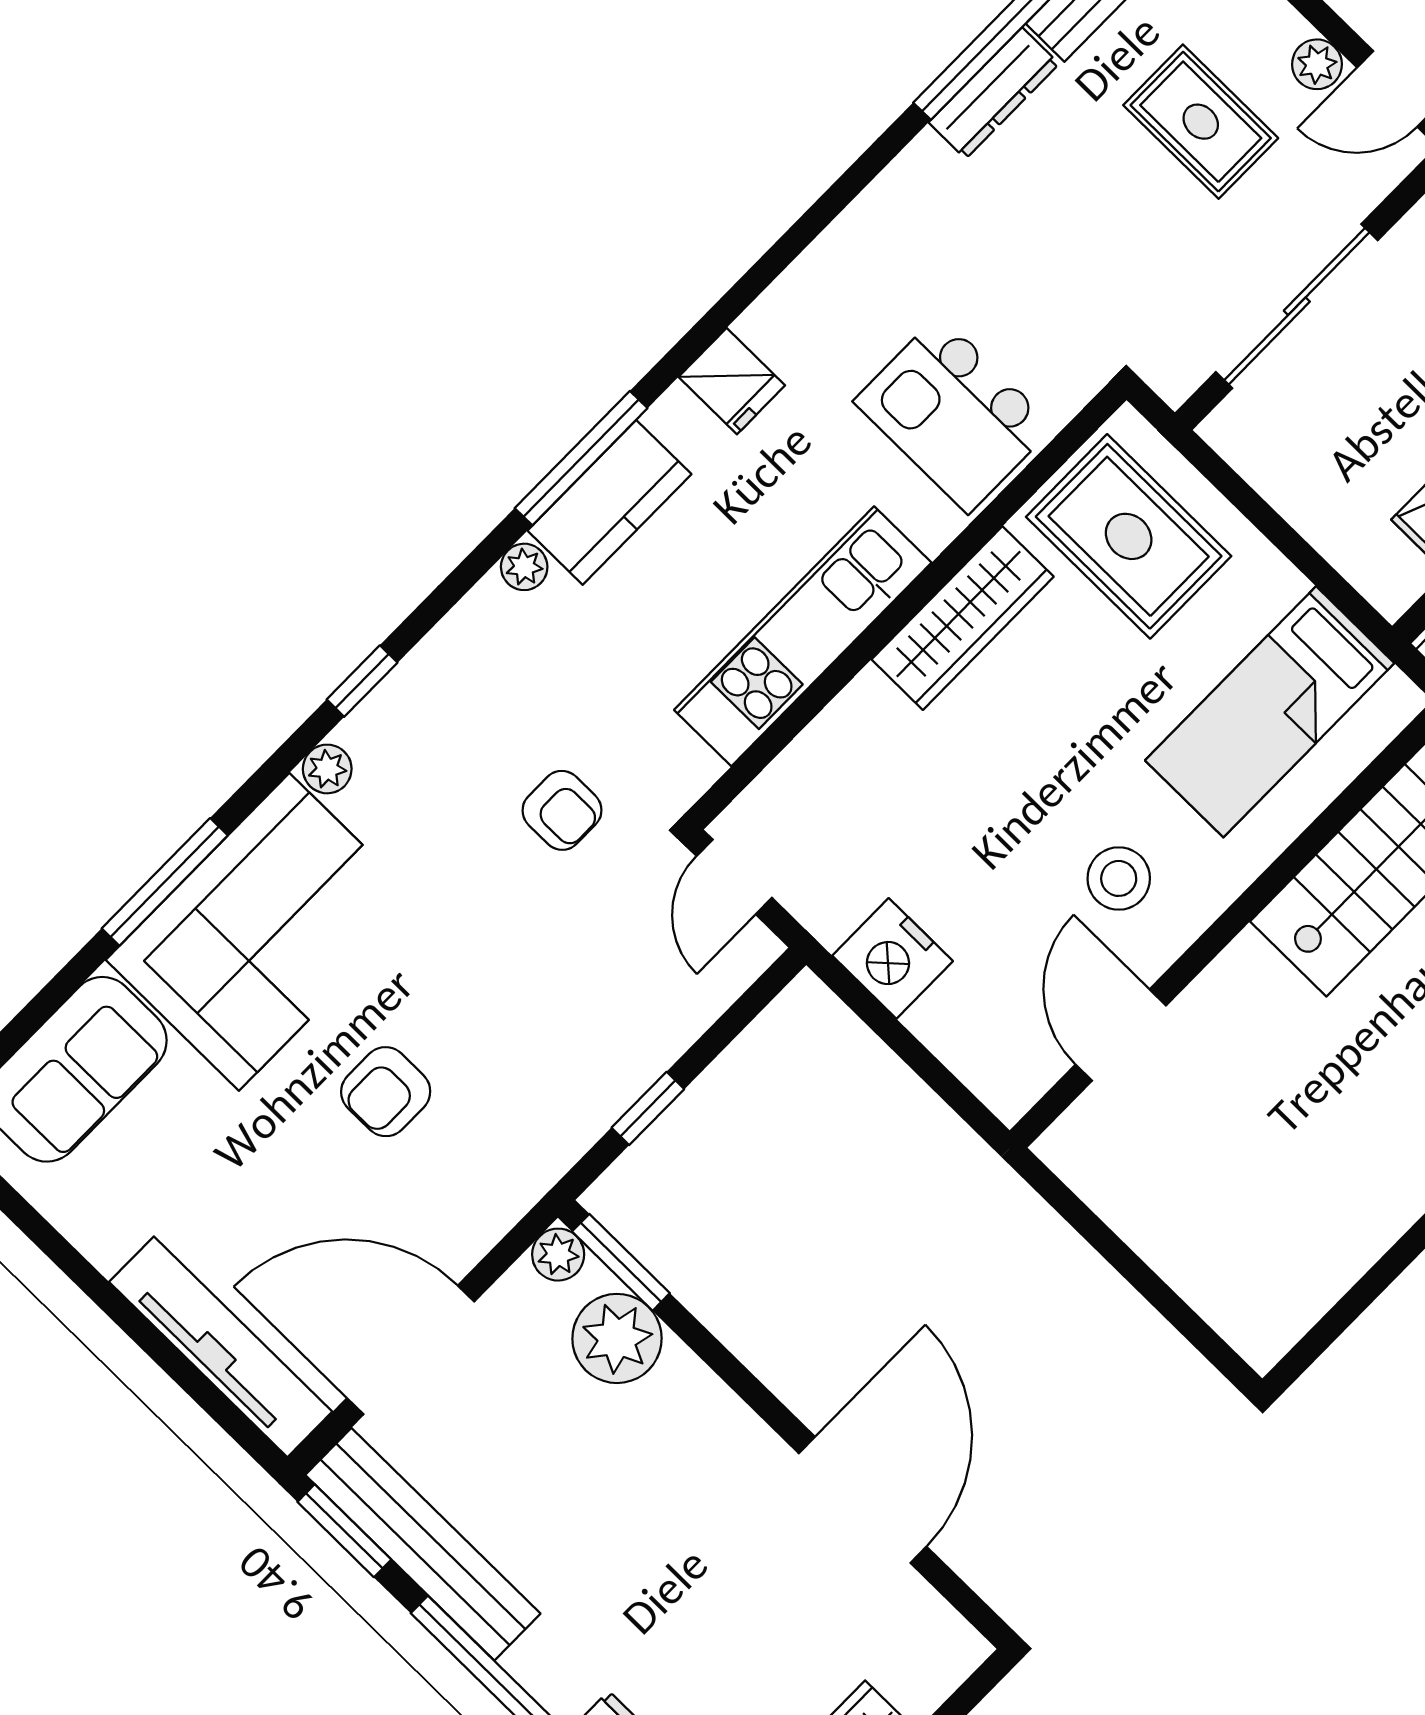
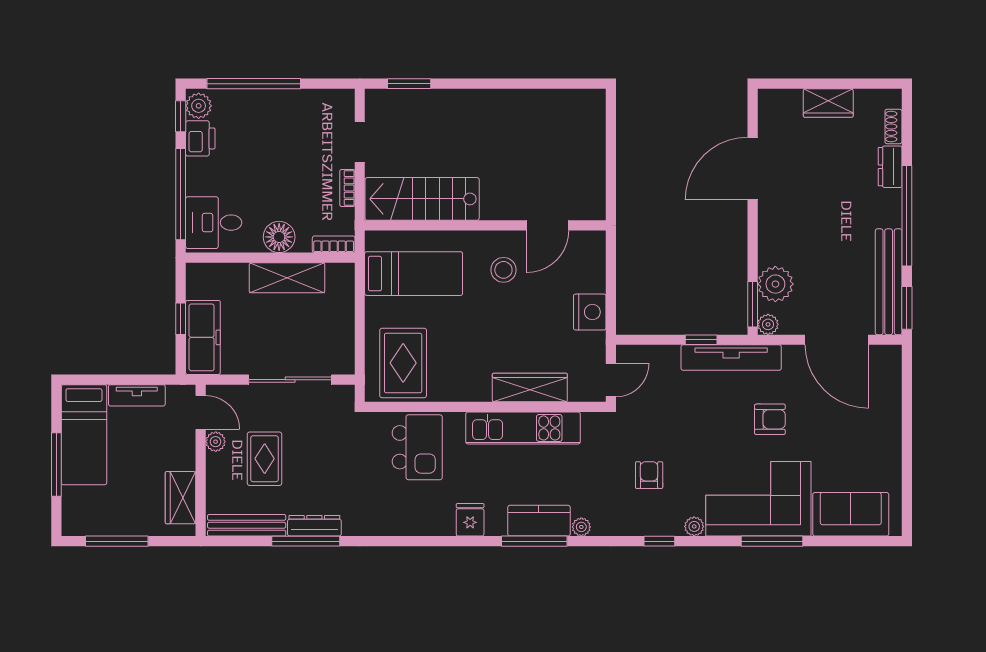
wardrobe: (963, 618) -> (530, 387), moved
armchair: (562, 810) -> (649, 475), moved
tv unit: (221, 1347) -> (731, 358), moved, turned -90

